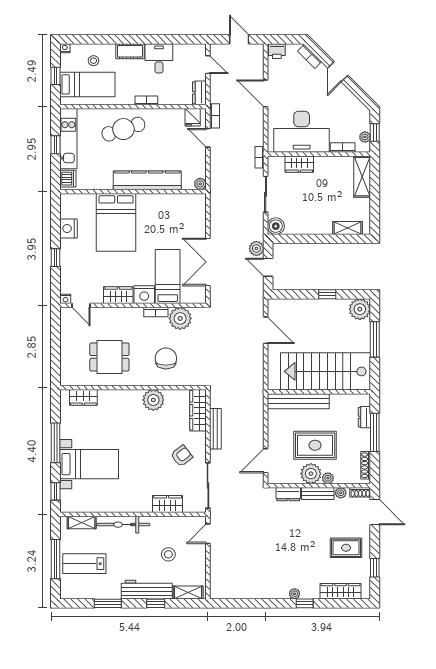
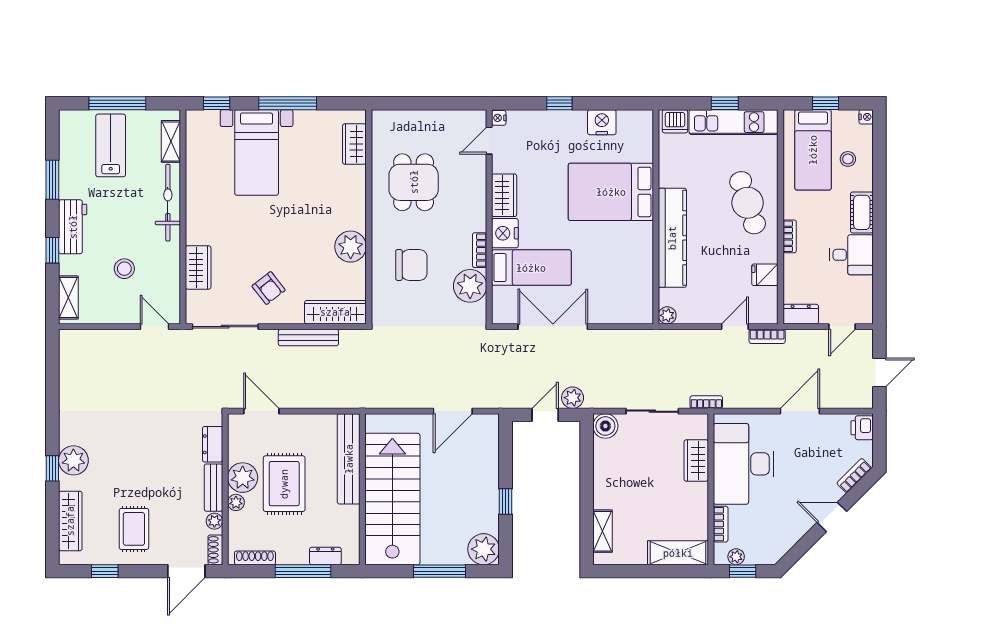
fridge: (193, 117) -> (765, 275), moved
workbench: (147, 590) -> (73, 227), width x0.73
plant: (295, 594) -> (73, 460), width x1.87, depth x1.87

